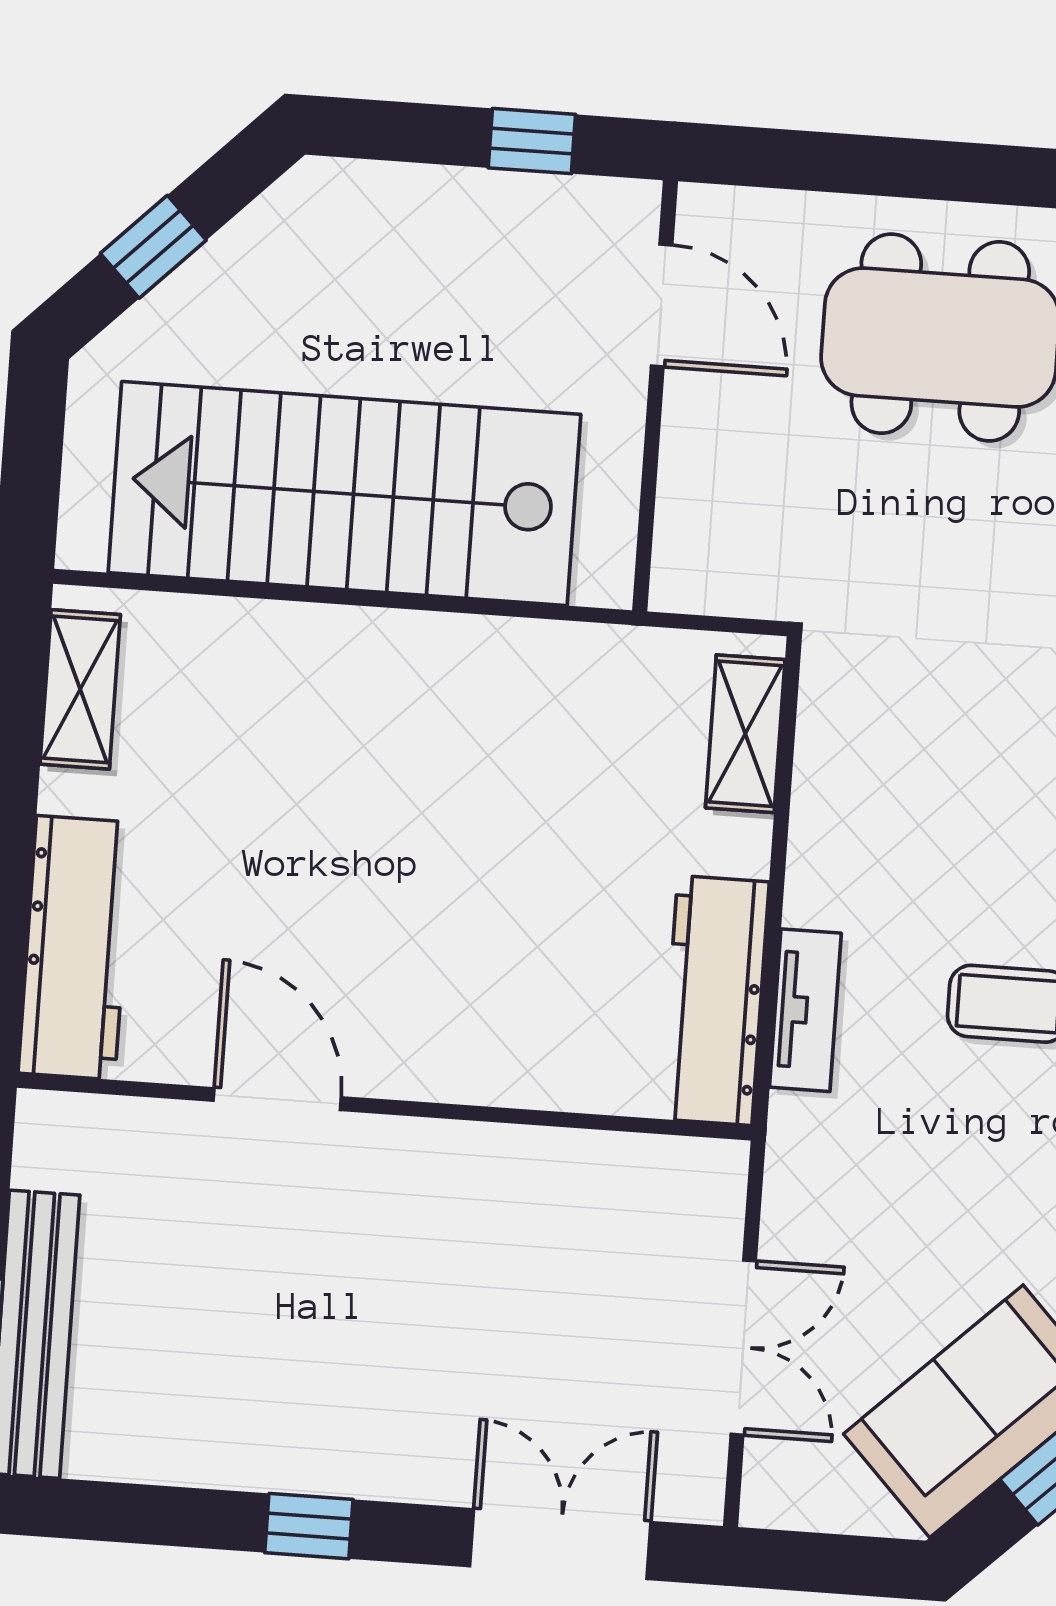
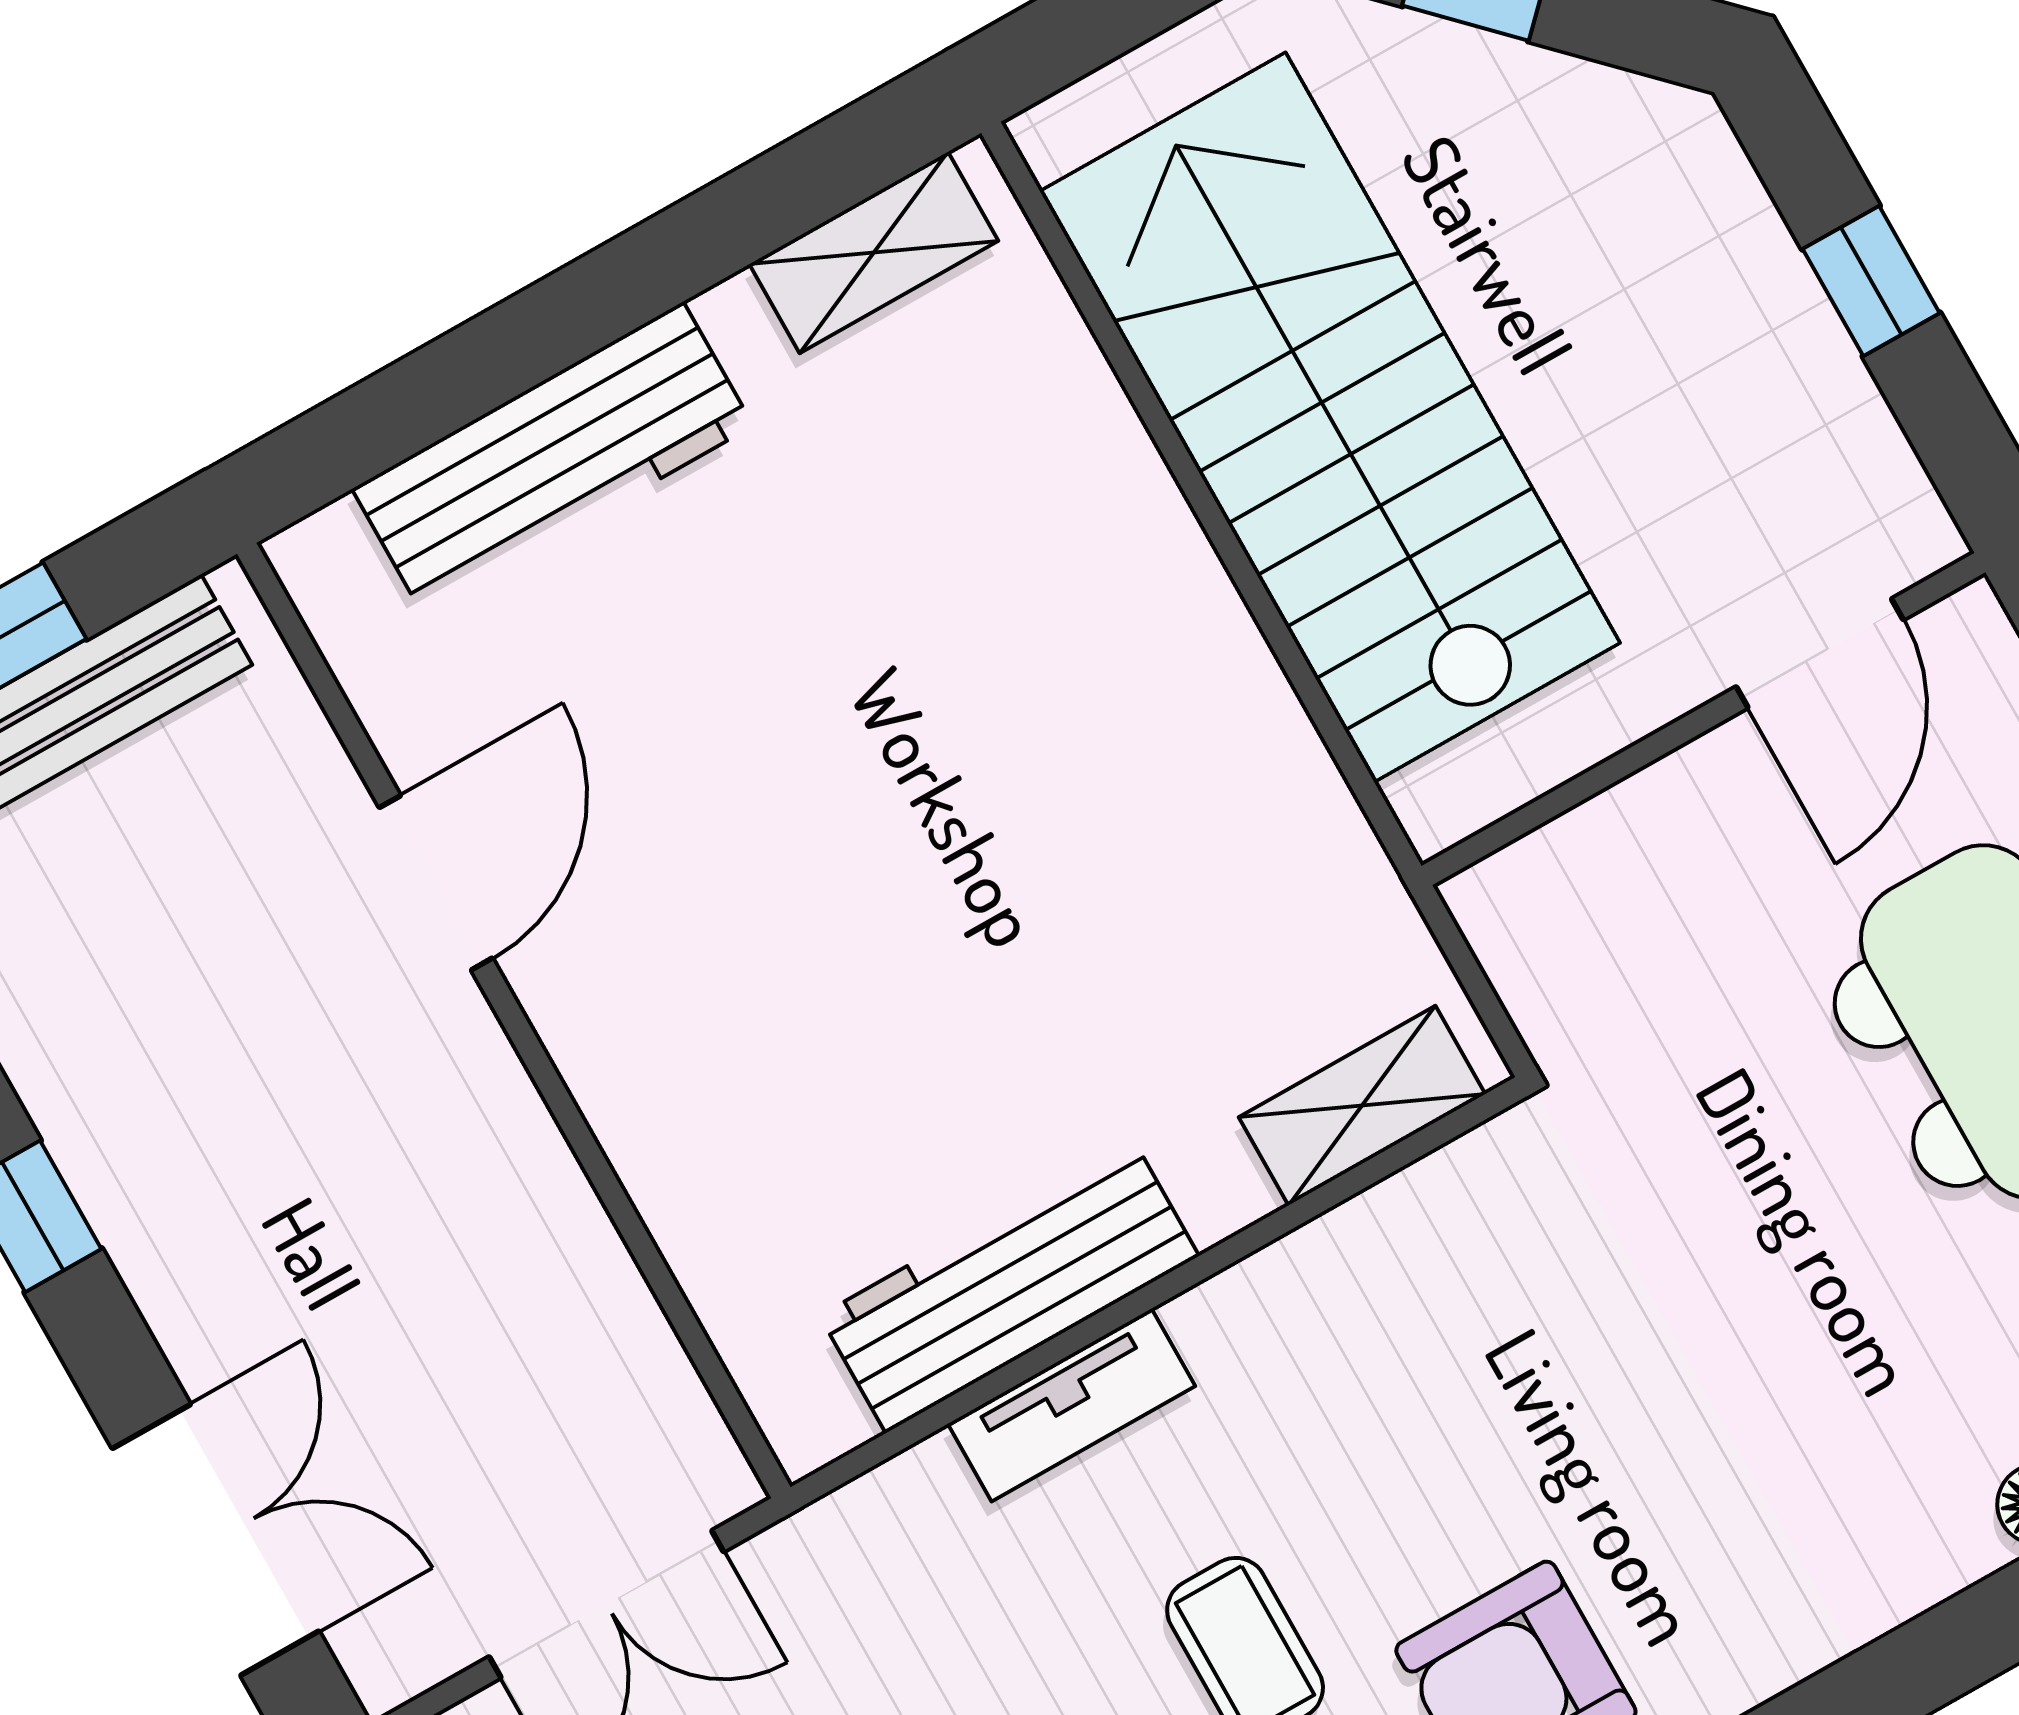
window: (532, 141) -> (1871, 281), moved
door: (277, 1099) -> (436, 883), moved
wall: (384, 1107) -> (514, 1021), moved

